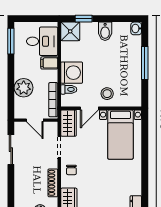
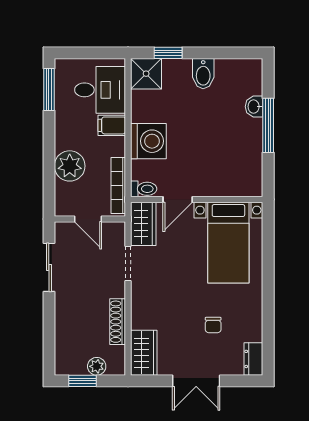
washbasin: (136, 28) -> (254, 107), moved
toilet: (69, 89) -> (144, 189), moved
stool: (107, 94) -> (207, 176), removed
chair: (71, 170) -> (213, 325), moved

